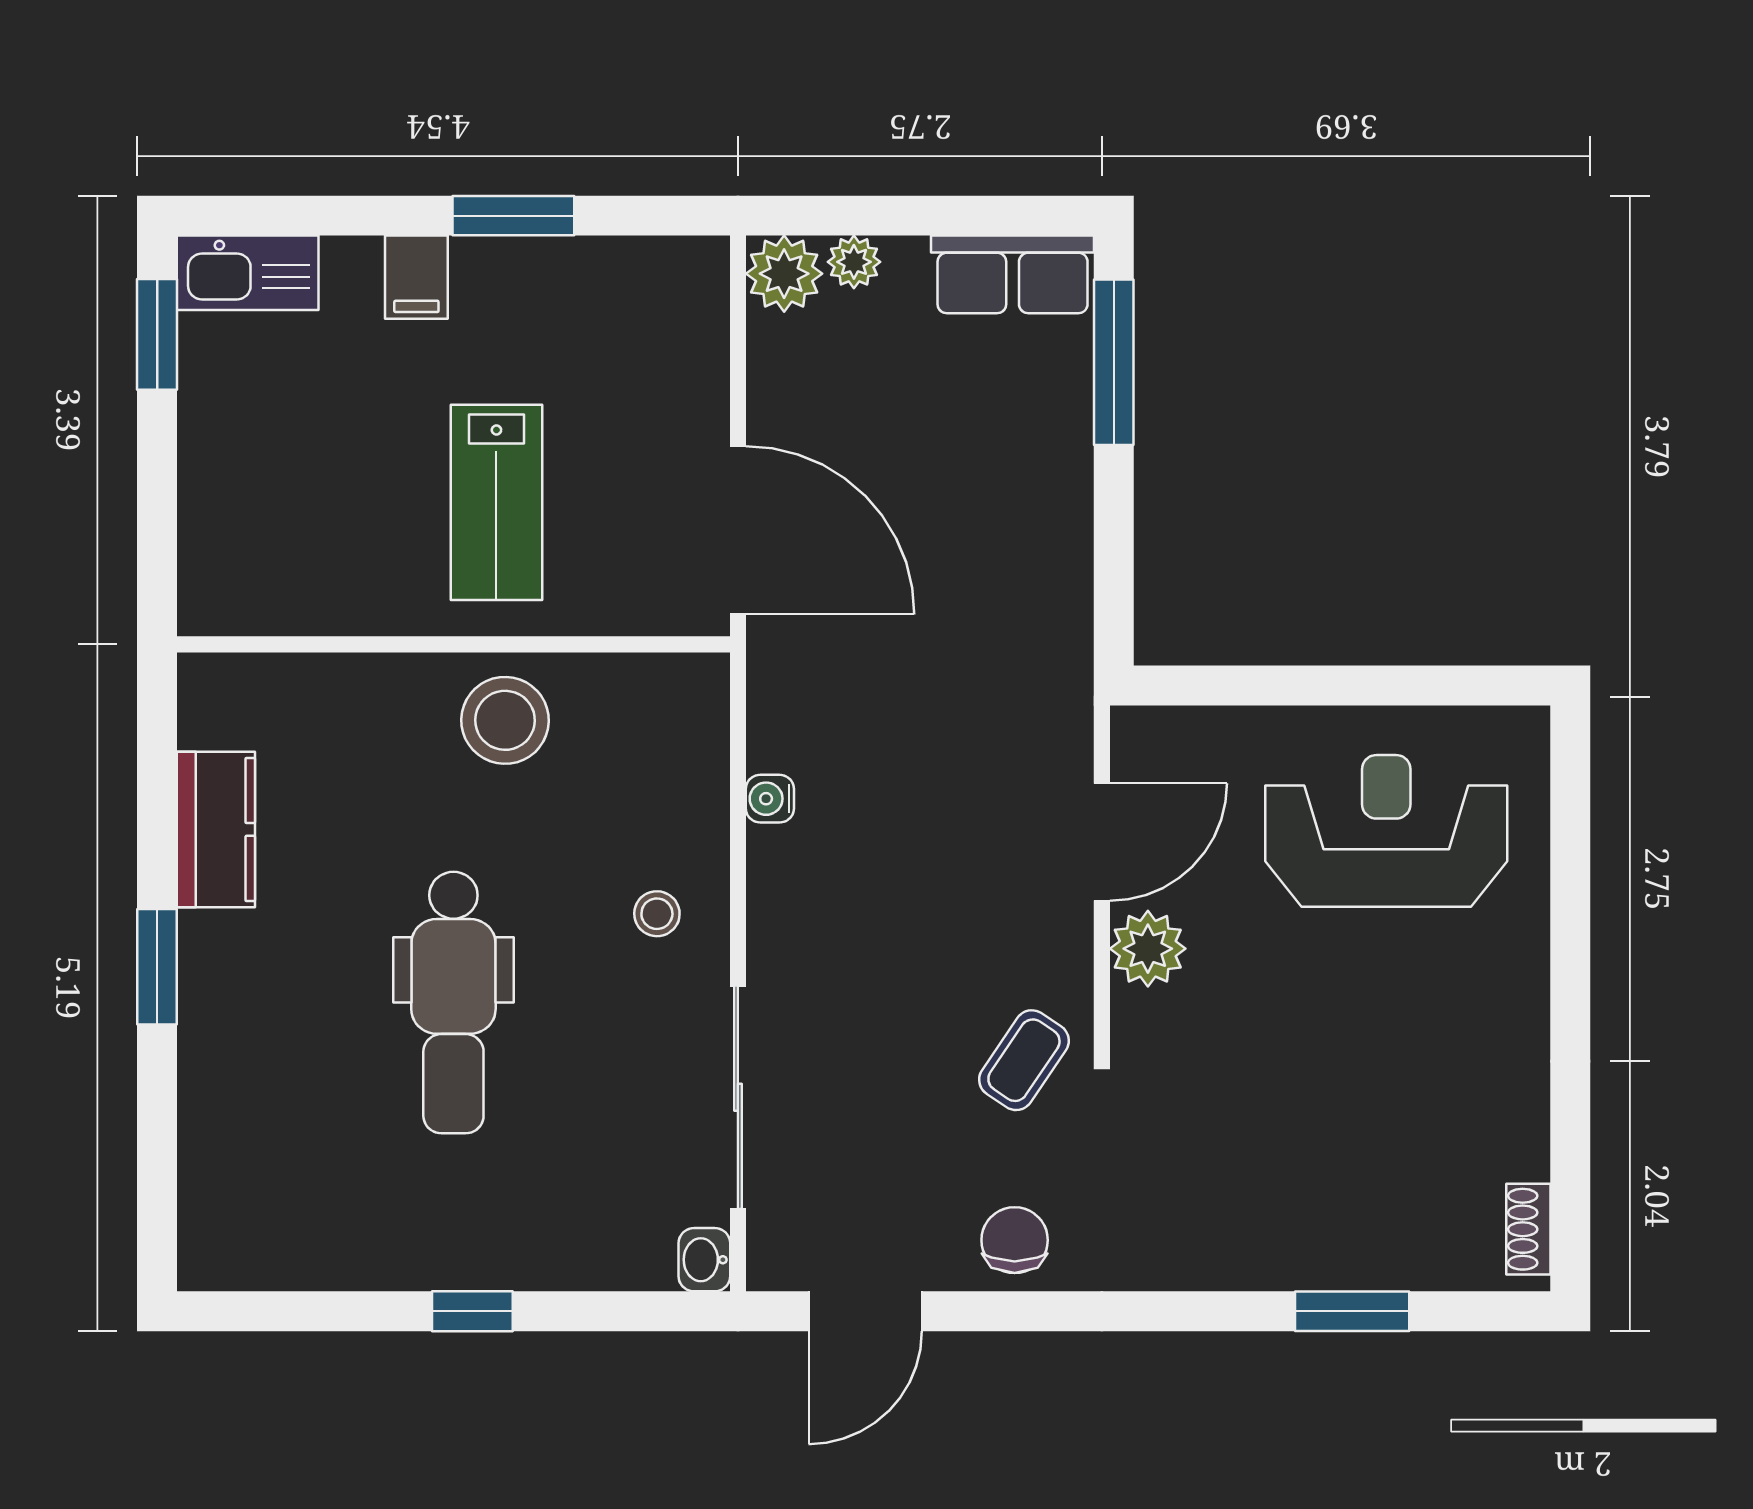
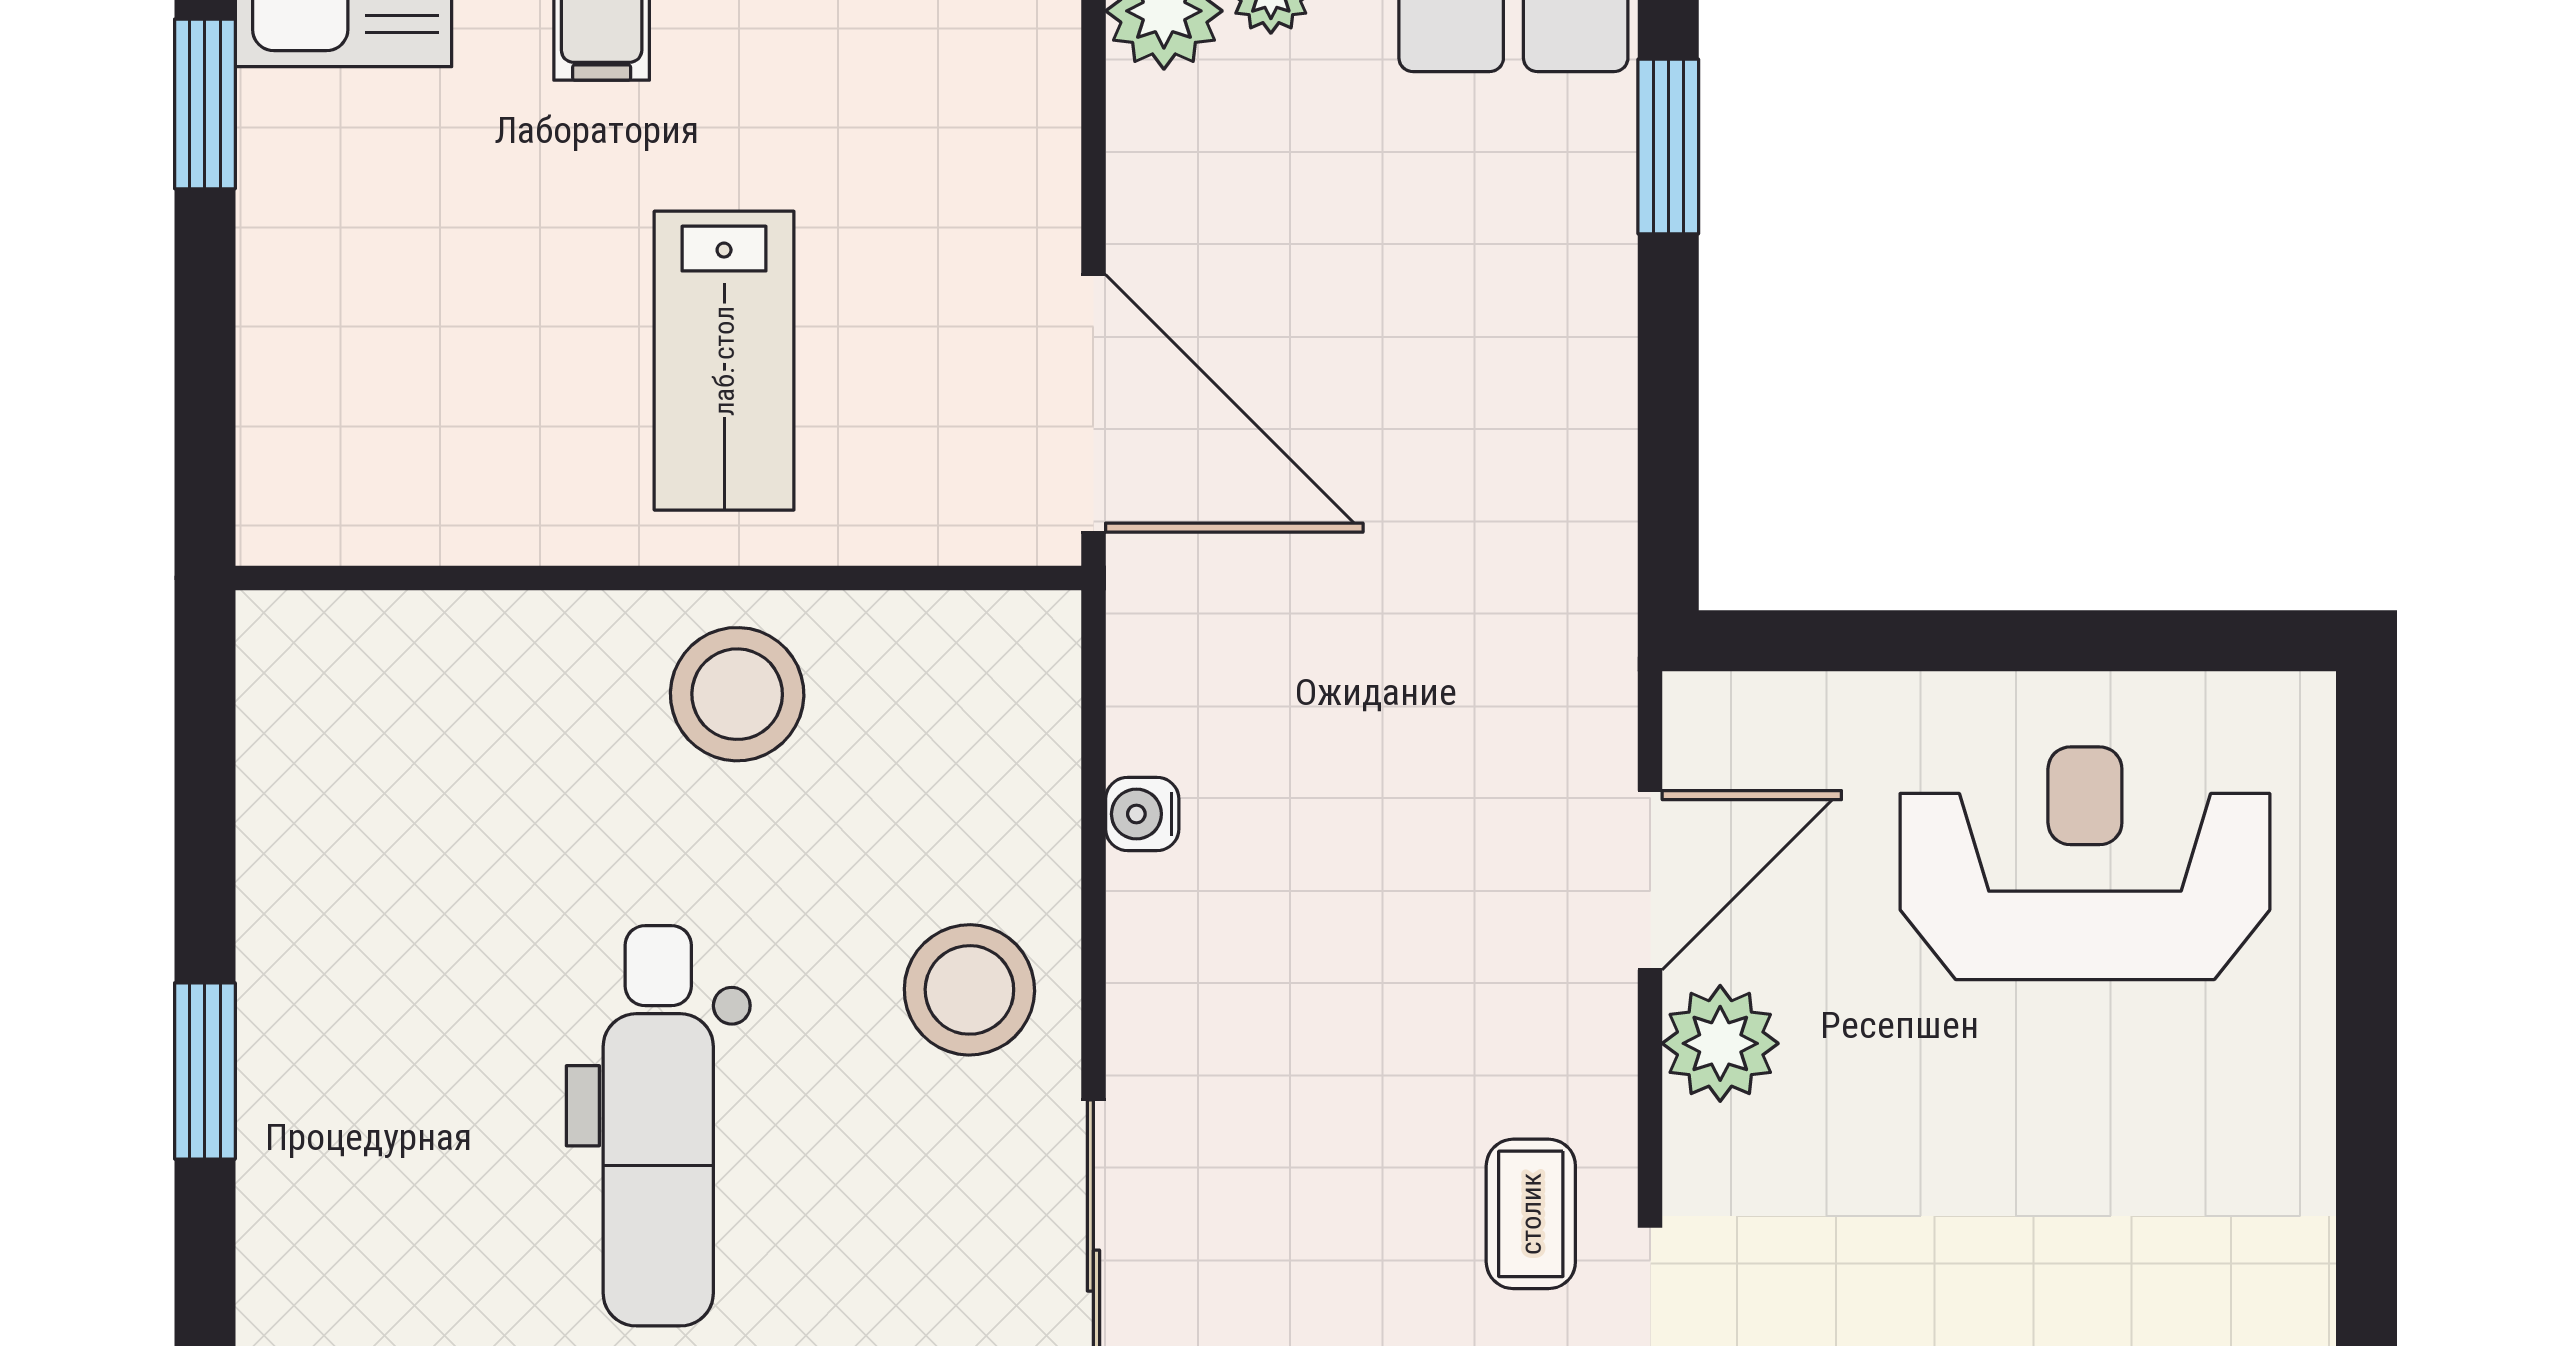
window: (1114, 362) -> (1668, 146), width x0.69
kitchen counter: (216, 829) -> (295, 861), removed
stool: (657, 914) -> (969, 990), width x1.89, depth x1.89
coffee table: (1024, 1060) -> (1531, 1214), turned -34

